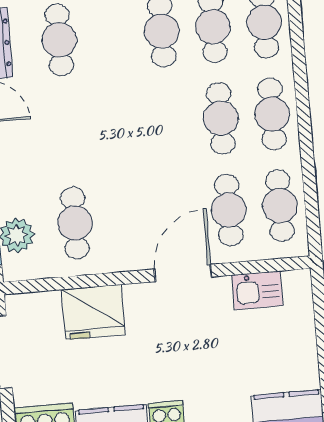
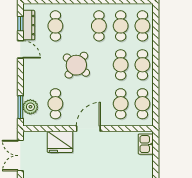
round table: (116, 128) -> (76, 65), added
door: (183, 273) -> (88, 129), moved
kitchen sink: (257, 290) -> (146, 144), moved, turned 90

